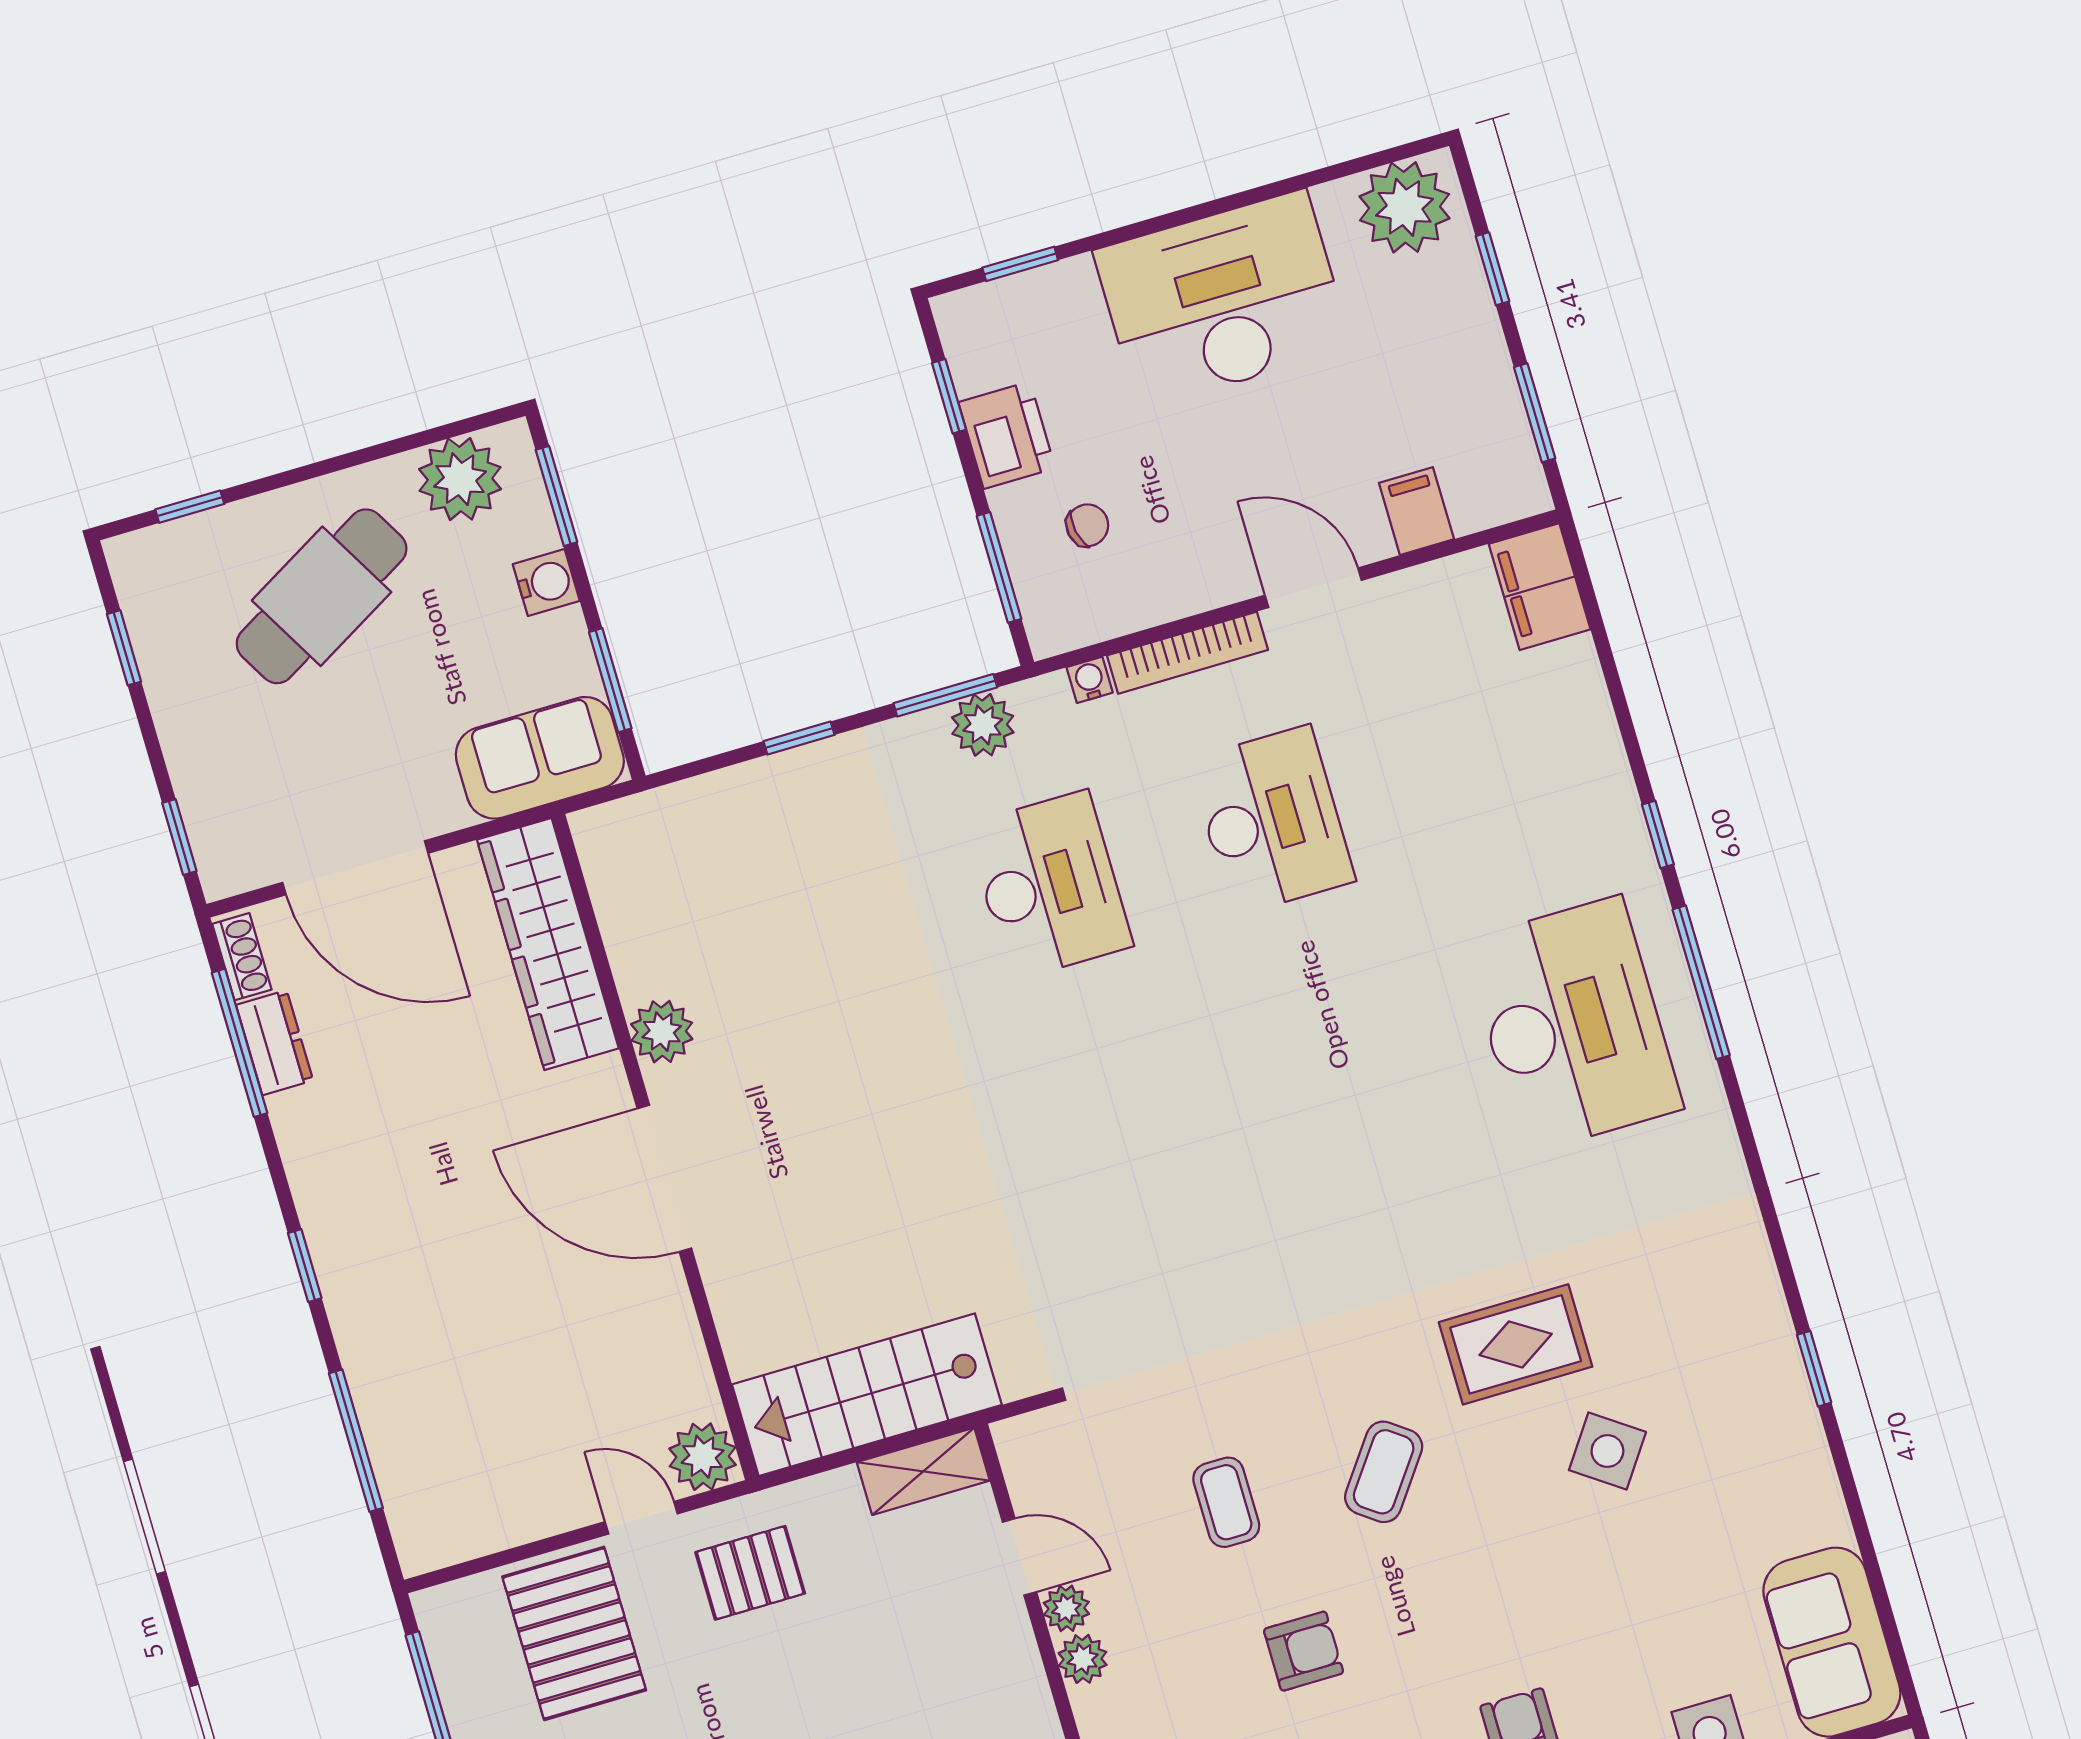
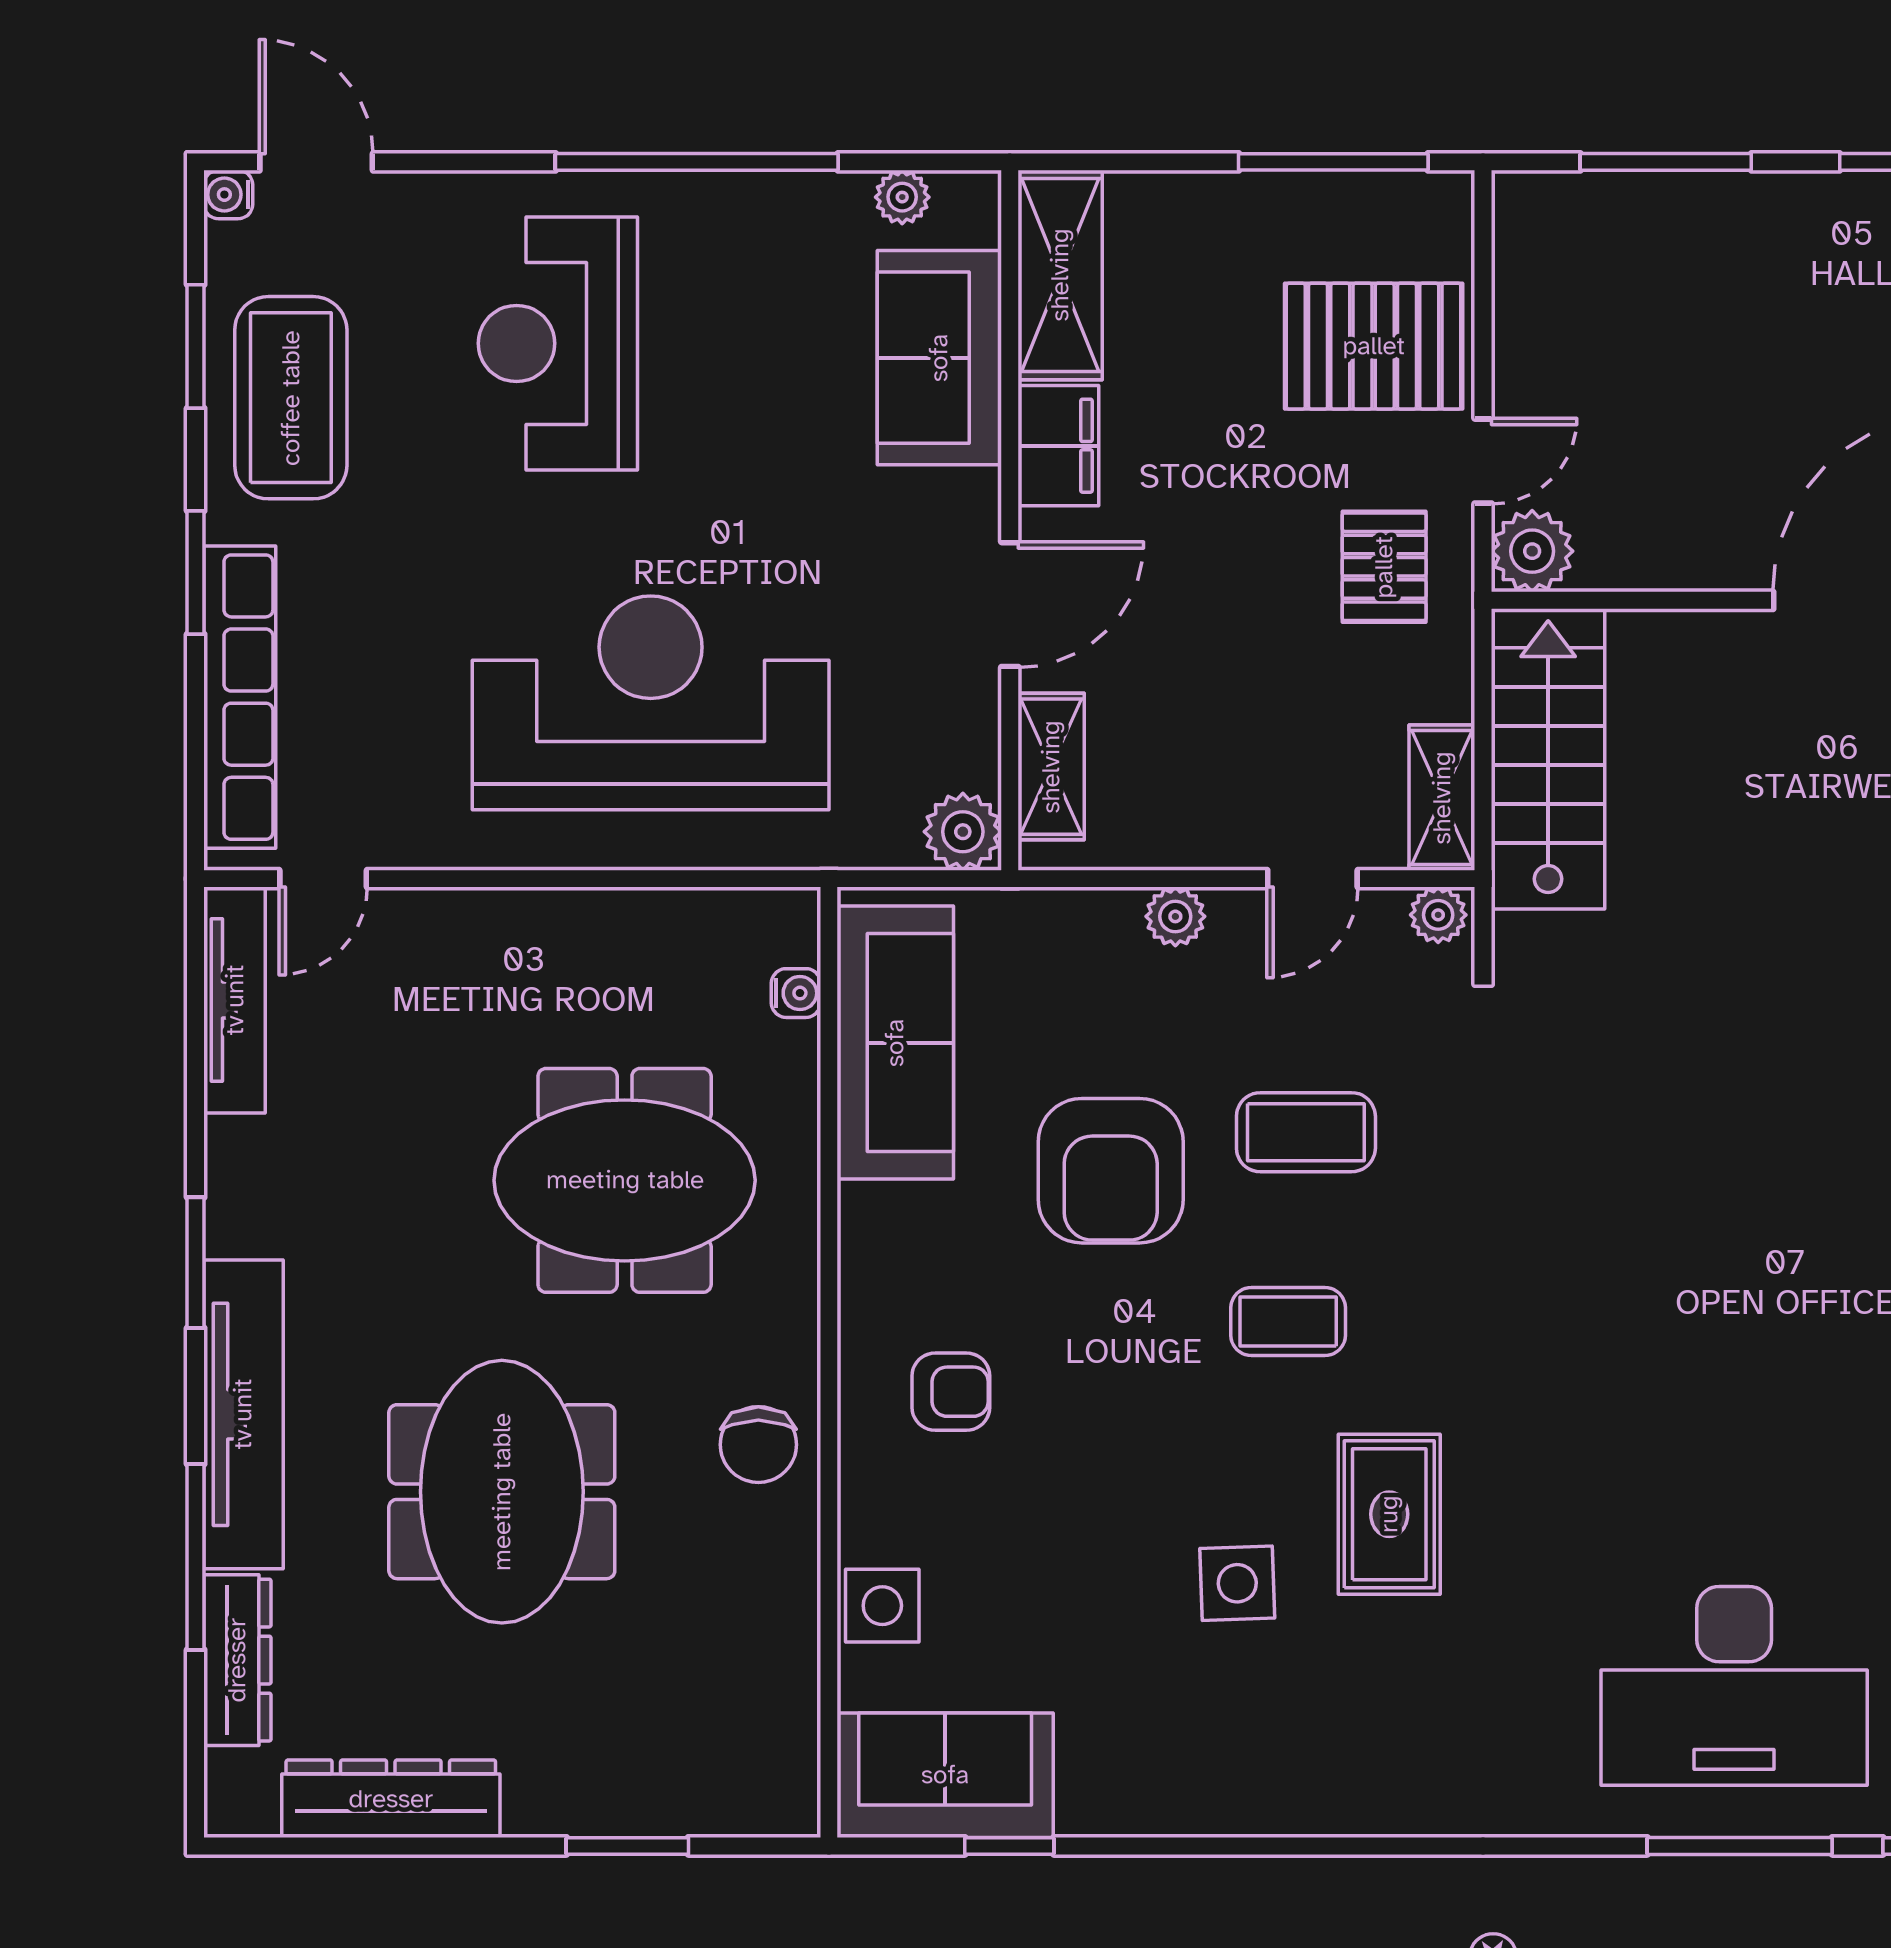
window: (1814, 1369) -> (1009, 1846), moved
side table: (1607, 1451) -> (1237, 1583), turned -37
coffee table: (1384, 1472) -> (1288, 1322), turned -36
coffee table: (1226, 1502) -> (1306, 1132), width x1.36, depth x1.30
plant: (1066, 1608) -> (1438, 915), moved
armchair: (1304, 1651) -> (1111, 1171), width x1.88, depth x1.88

